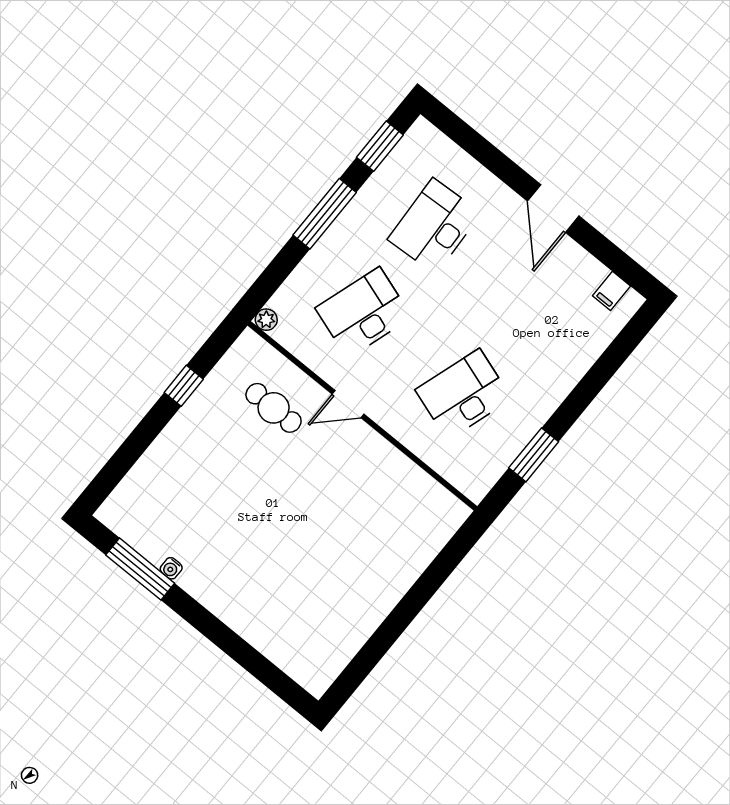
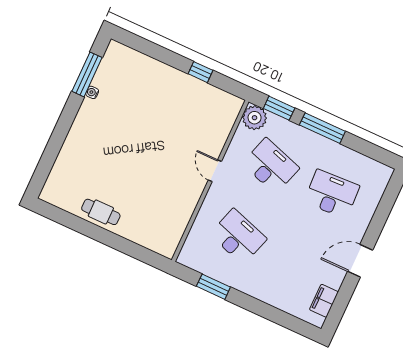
window: (380, 146) -> (279, 108), moved
filing cabinet: (612, 291) -> (324, 301), width x2.00
plant: (266, 320) -> (255, 118), width x1.88, depth x1.88
cafe table: (274, 408) -> (101, 212), moved, turned 90

